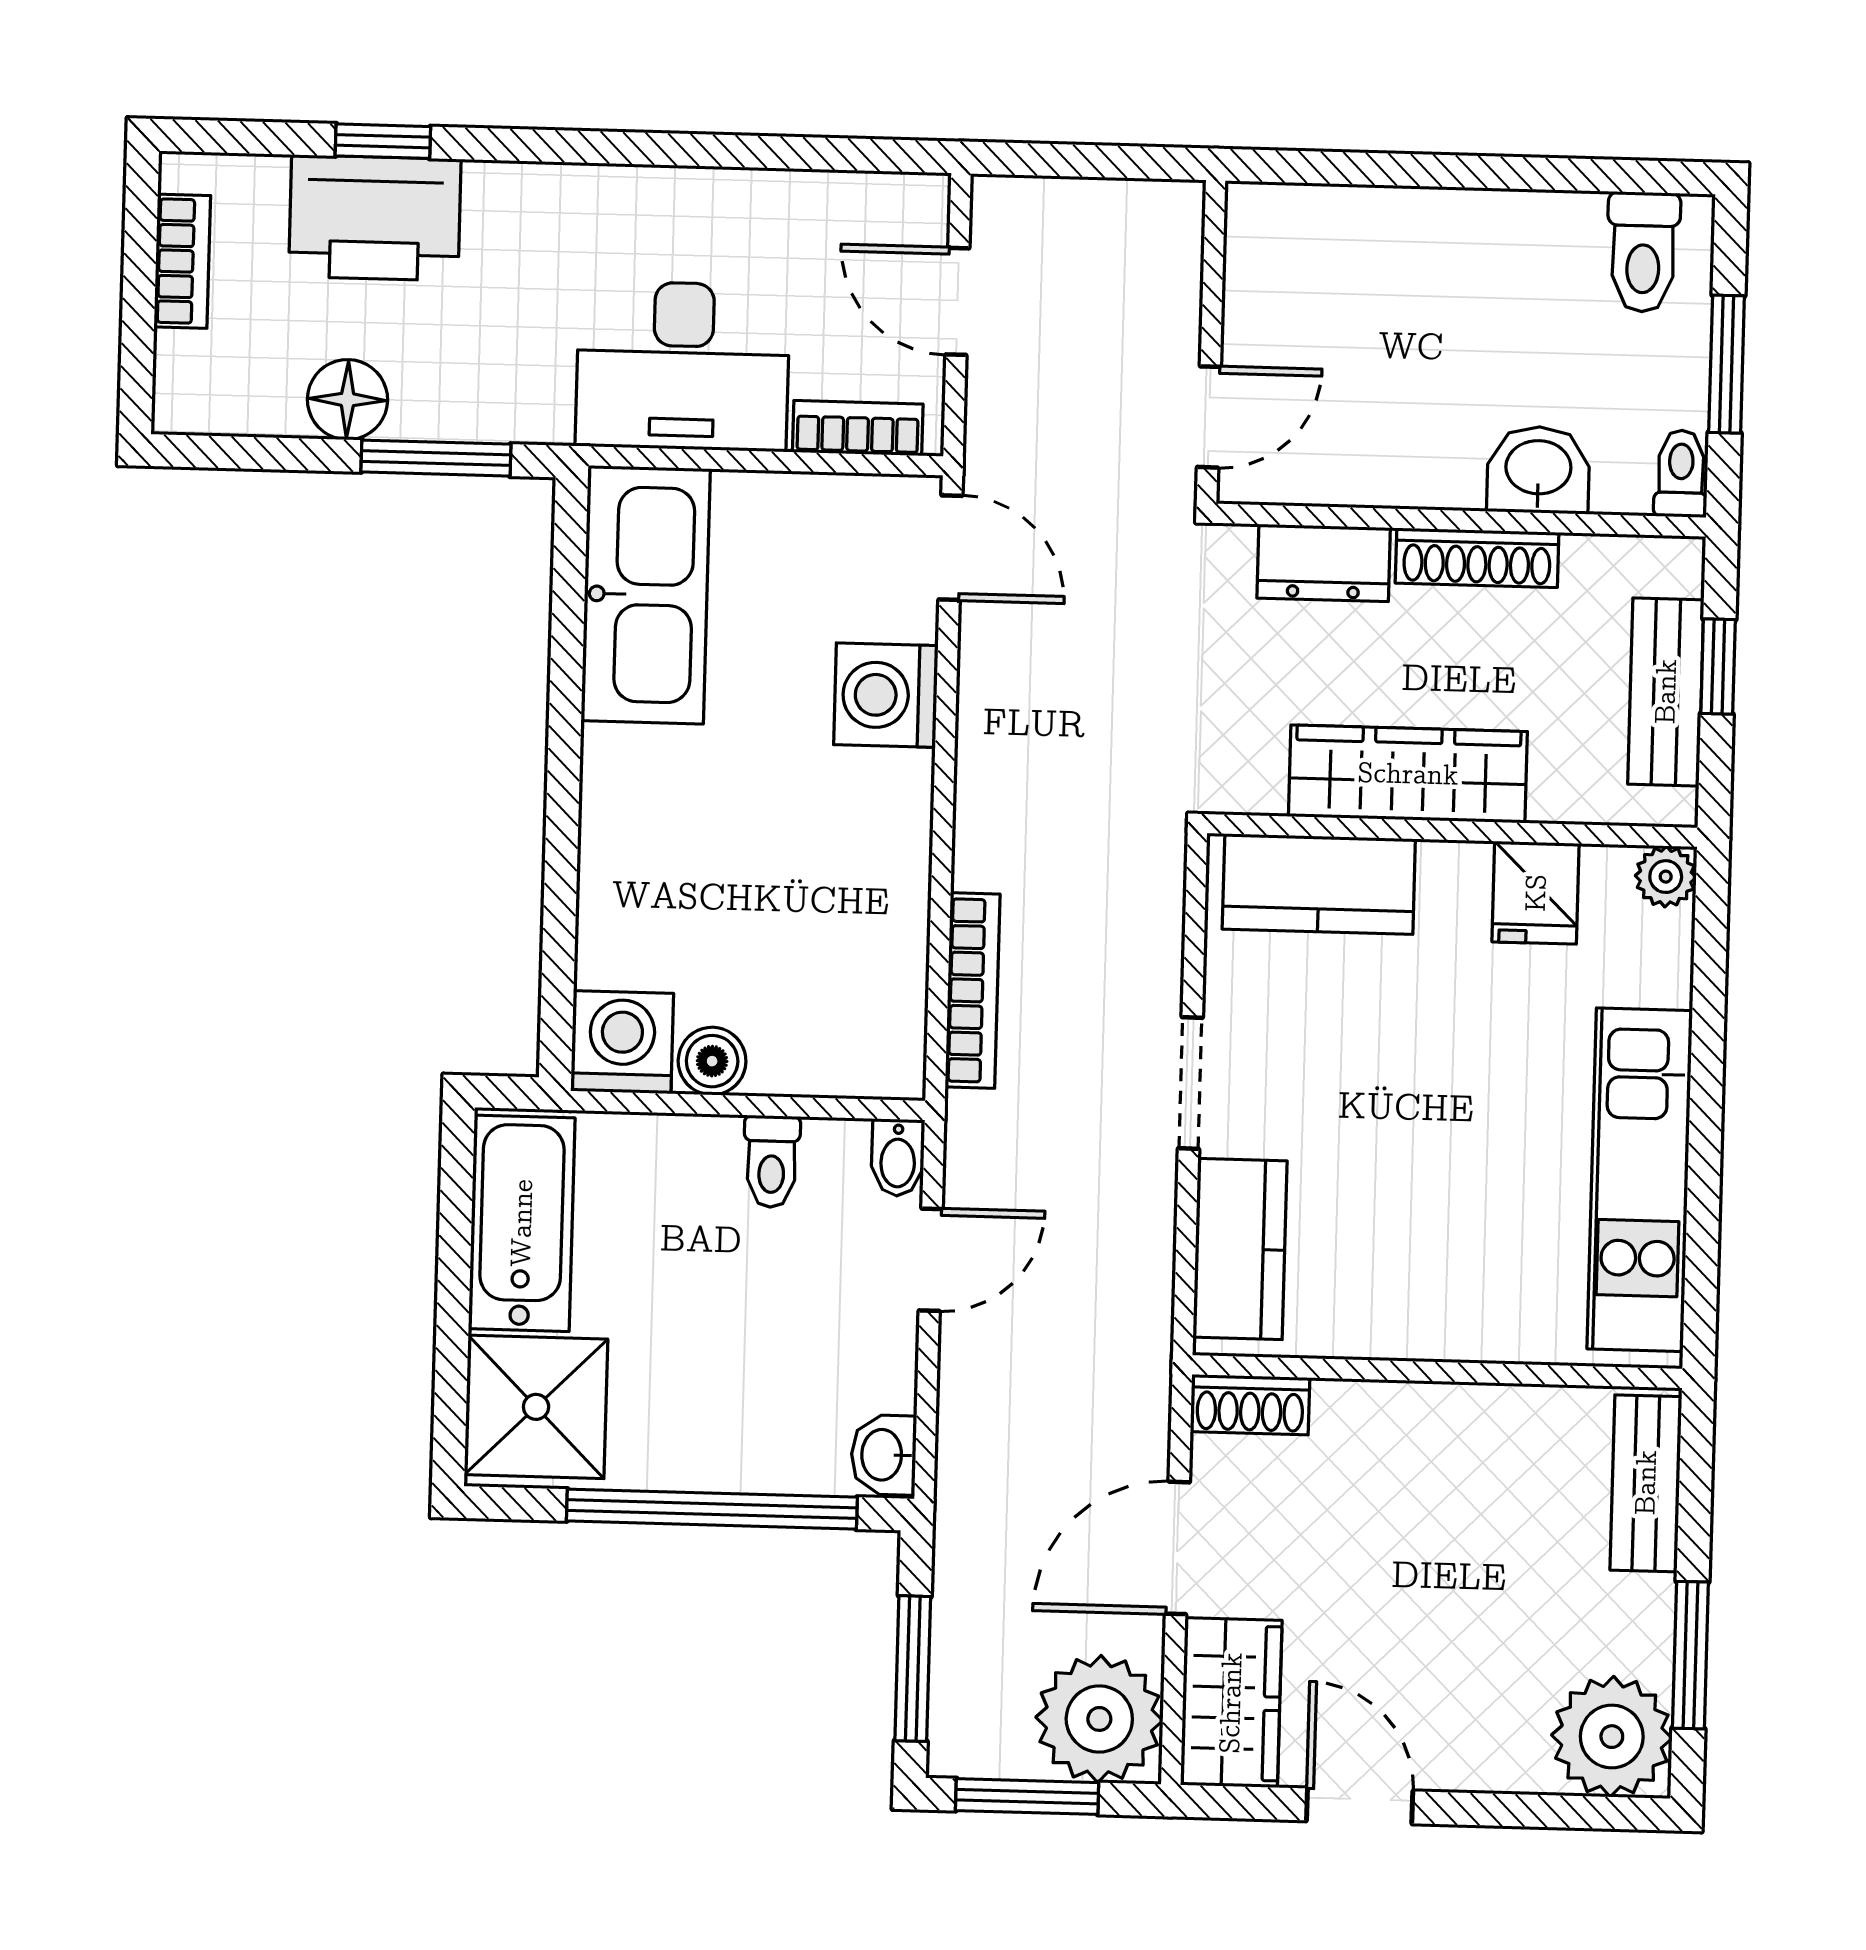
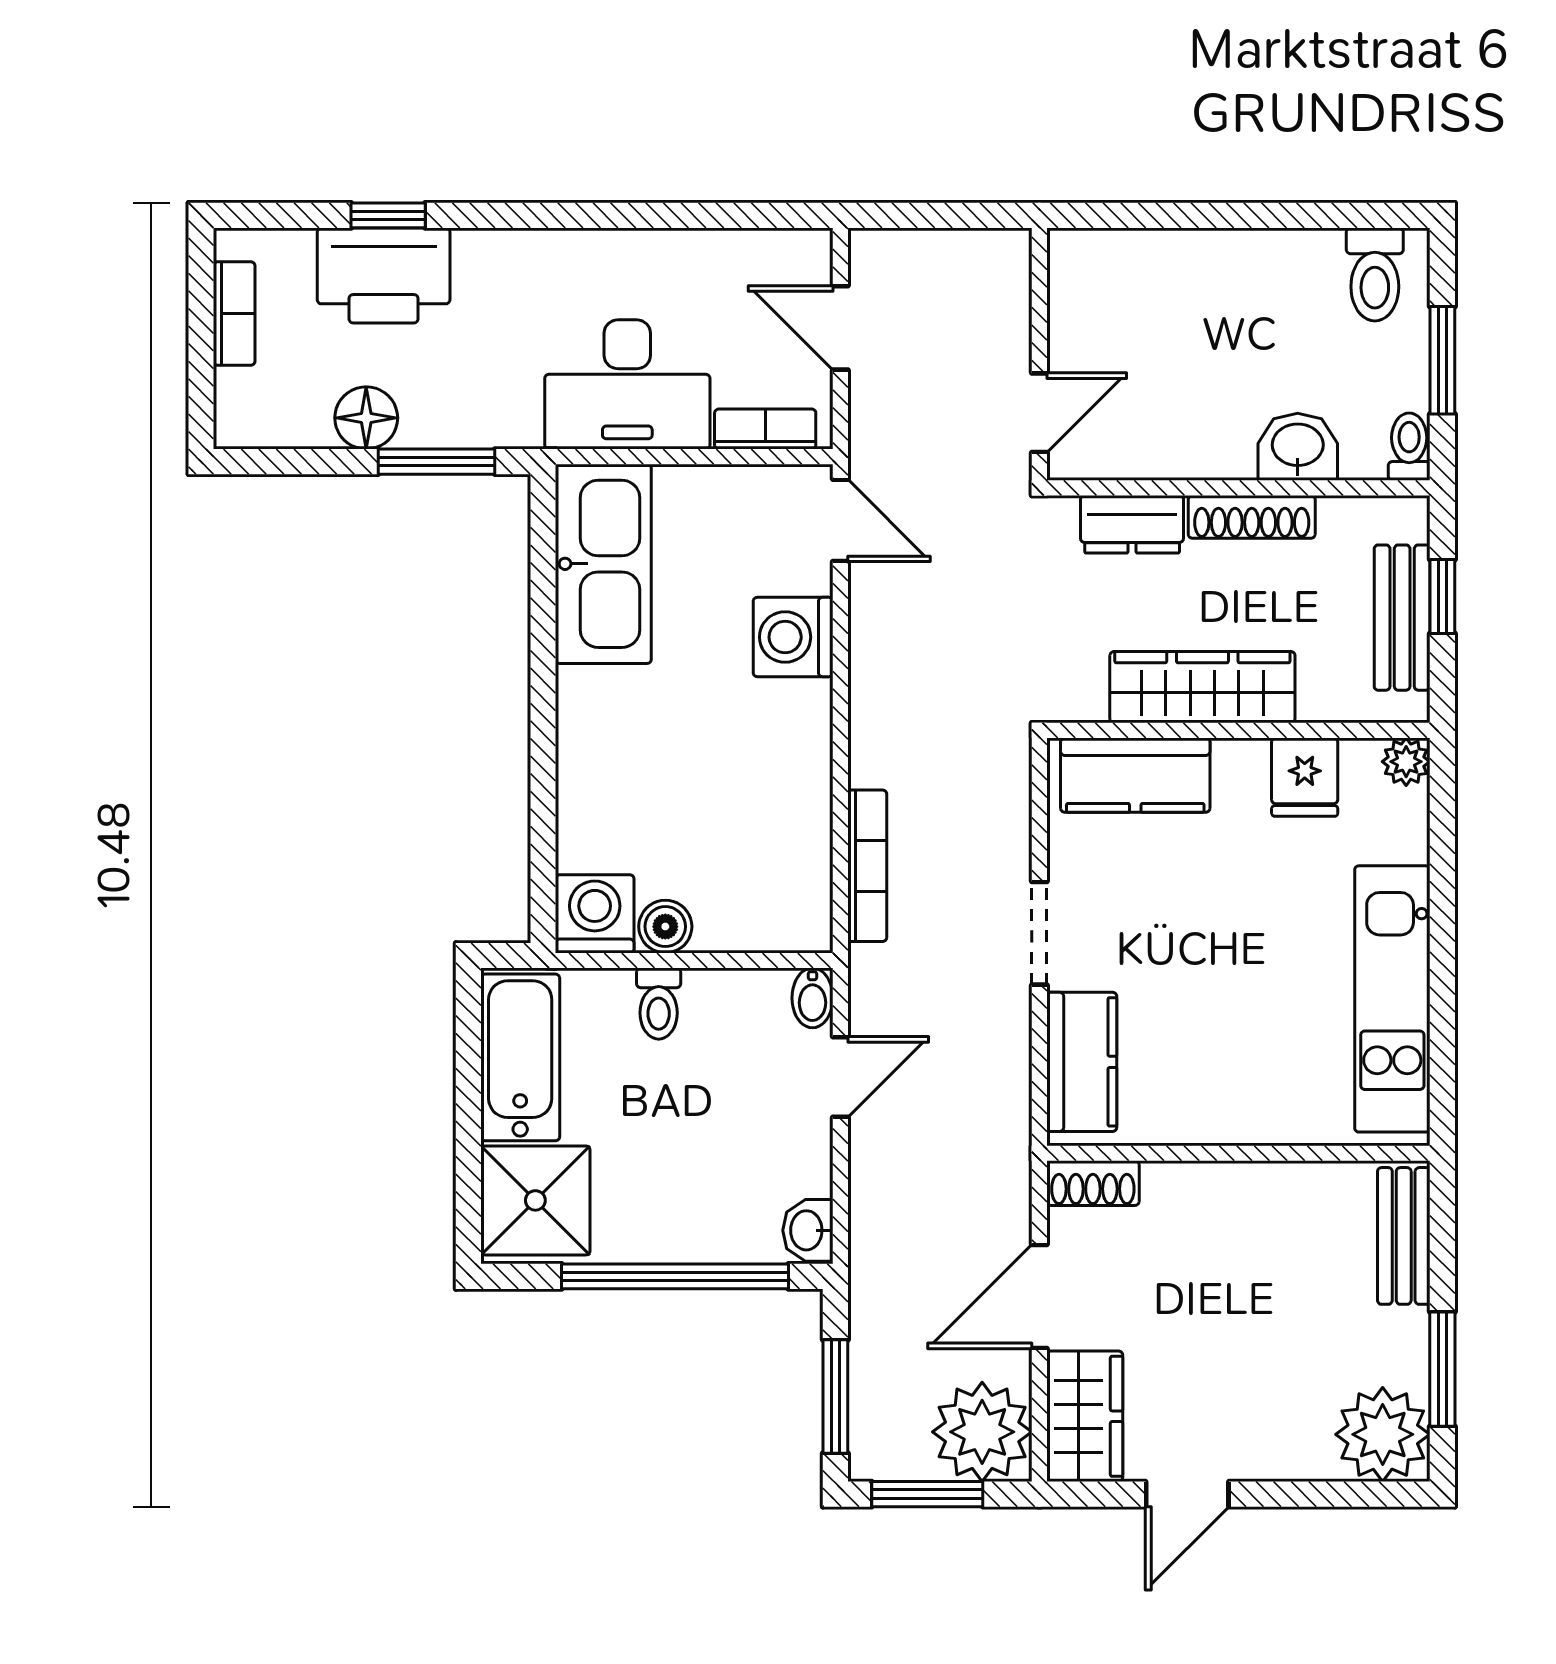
toilet: (772, 1161) -> (659, 1004), moved
door: (1360, 1806) -> (1187, 1494), swing flipped

